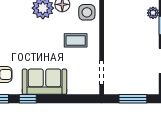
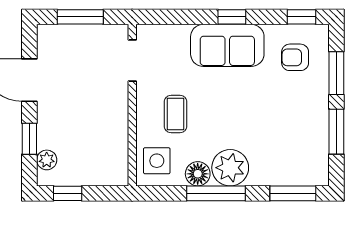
coffee table: (76, 40) -> (176, 114), turned 90
window: (28, 99) -> (232, 17), moved

